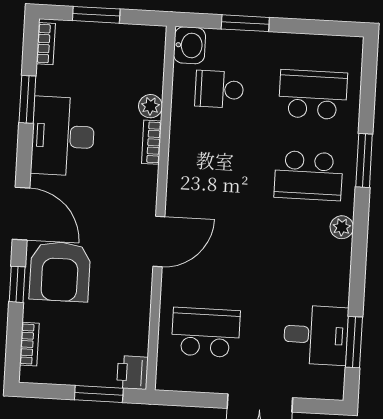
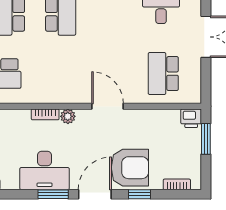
window: (27, 99) -> (53, 194), moved
plant: (150, 106) -> (68, 116), moved

